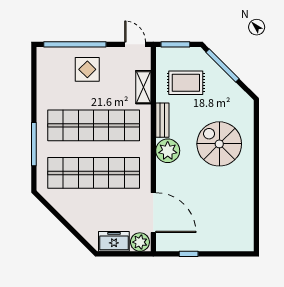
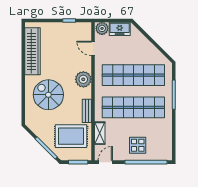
door: (135, 44) -> (105, 162), swing flipped
rug: (186, 83) -> (71, 136), width x1.36, depth x1.43
spiral stairs: (219, 144) -> (48, 95), turned 180
plant: (168, 151) -> (83, 79), moved
wardrobe: (243, 208) -> (33, 51), added
door: (153, 213) -> (93, 48), width x0.53

